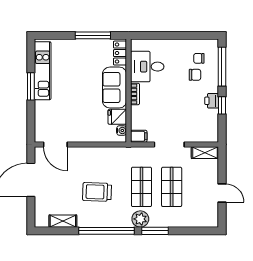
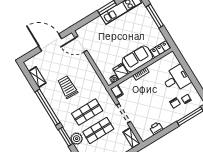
window: (93, 35) -> (155, 16), moved
desk: (147, 67) -> (176, 79), moved, turned 90
printer: (212, 101) -> (156, 128), moved
window: (222, 105) -> (166, 131), removed
door: (55, 144) -> (81, 44), hinge flipped
plant: (140, 219) -> (77, 139), moved

